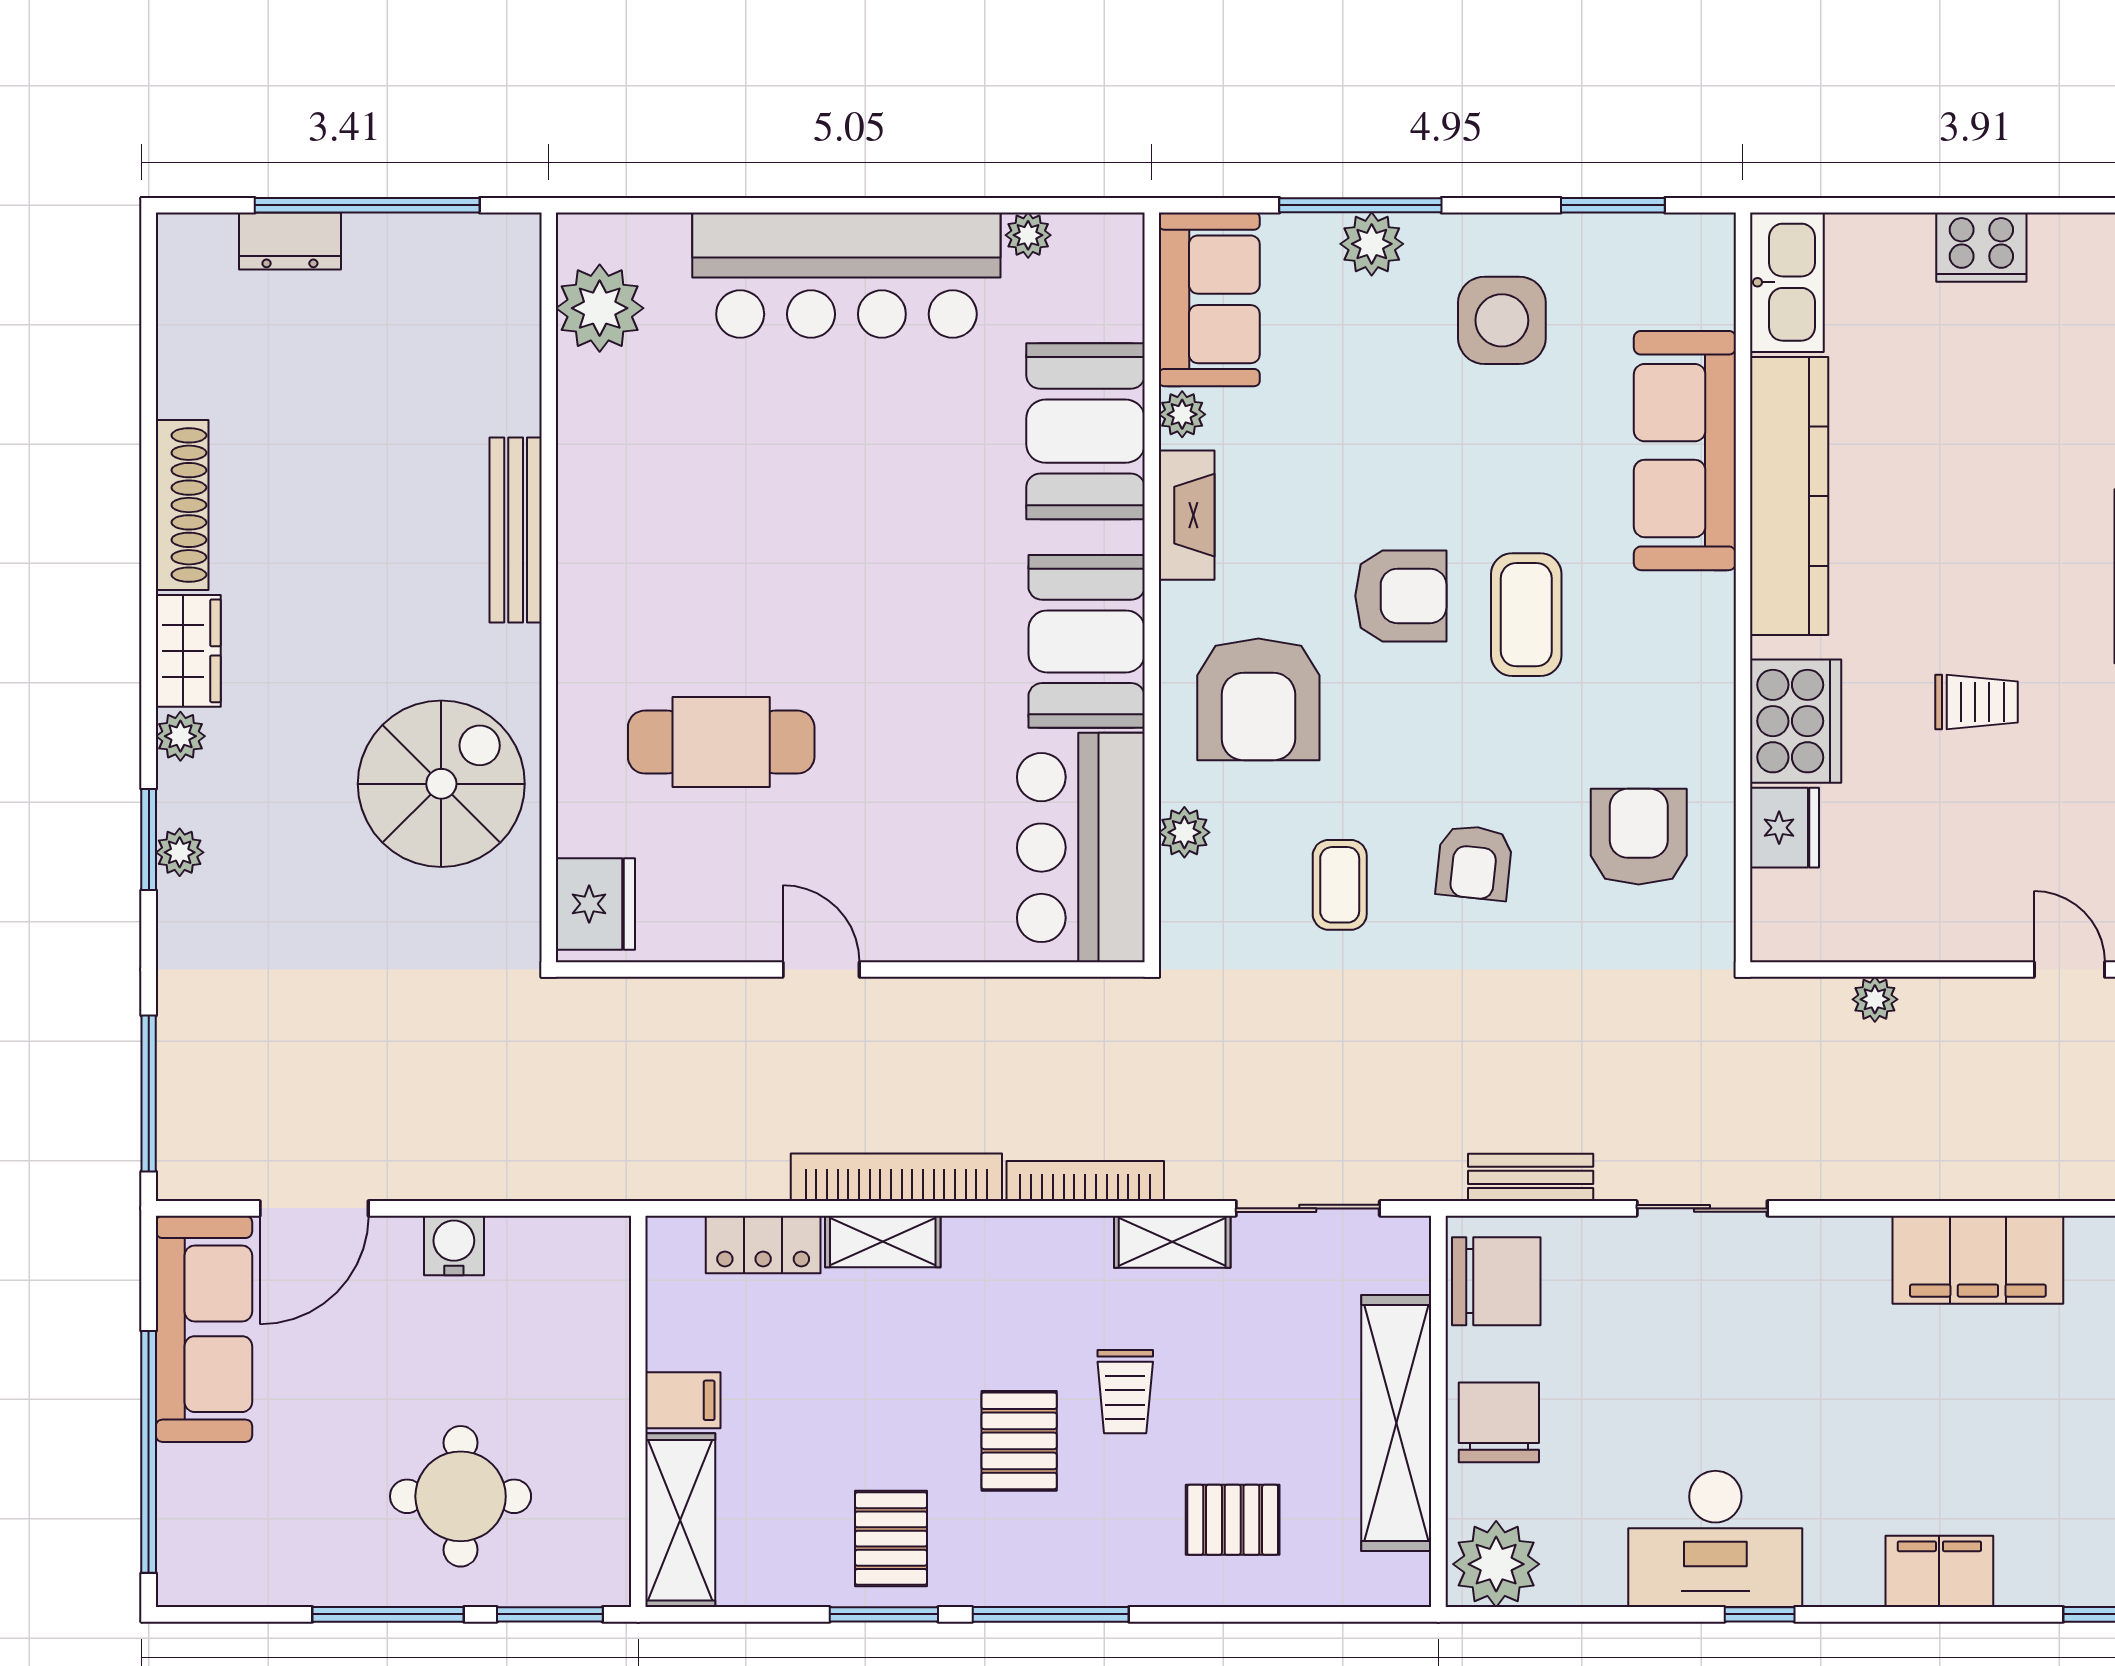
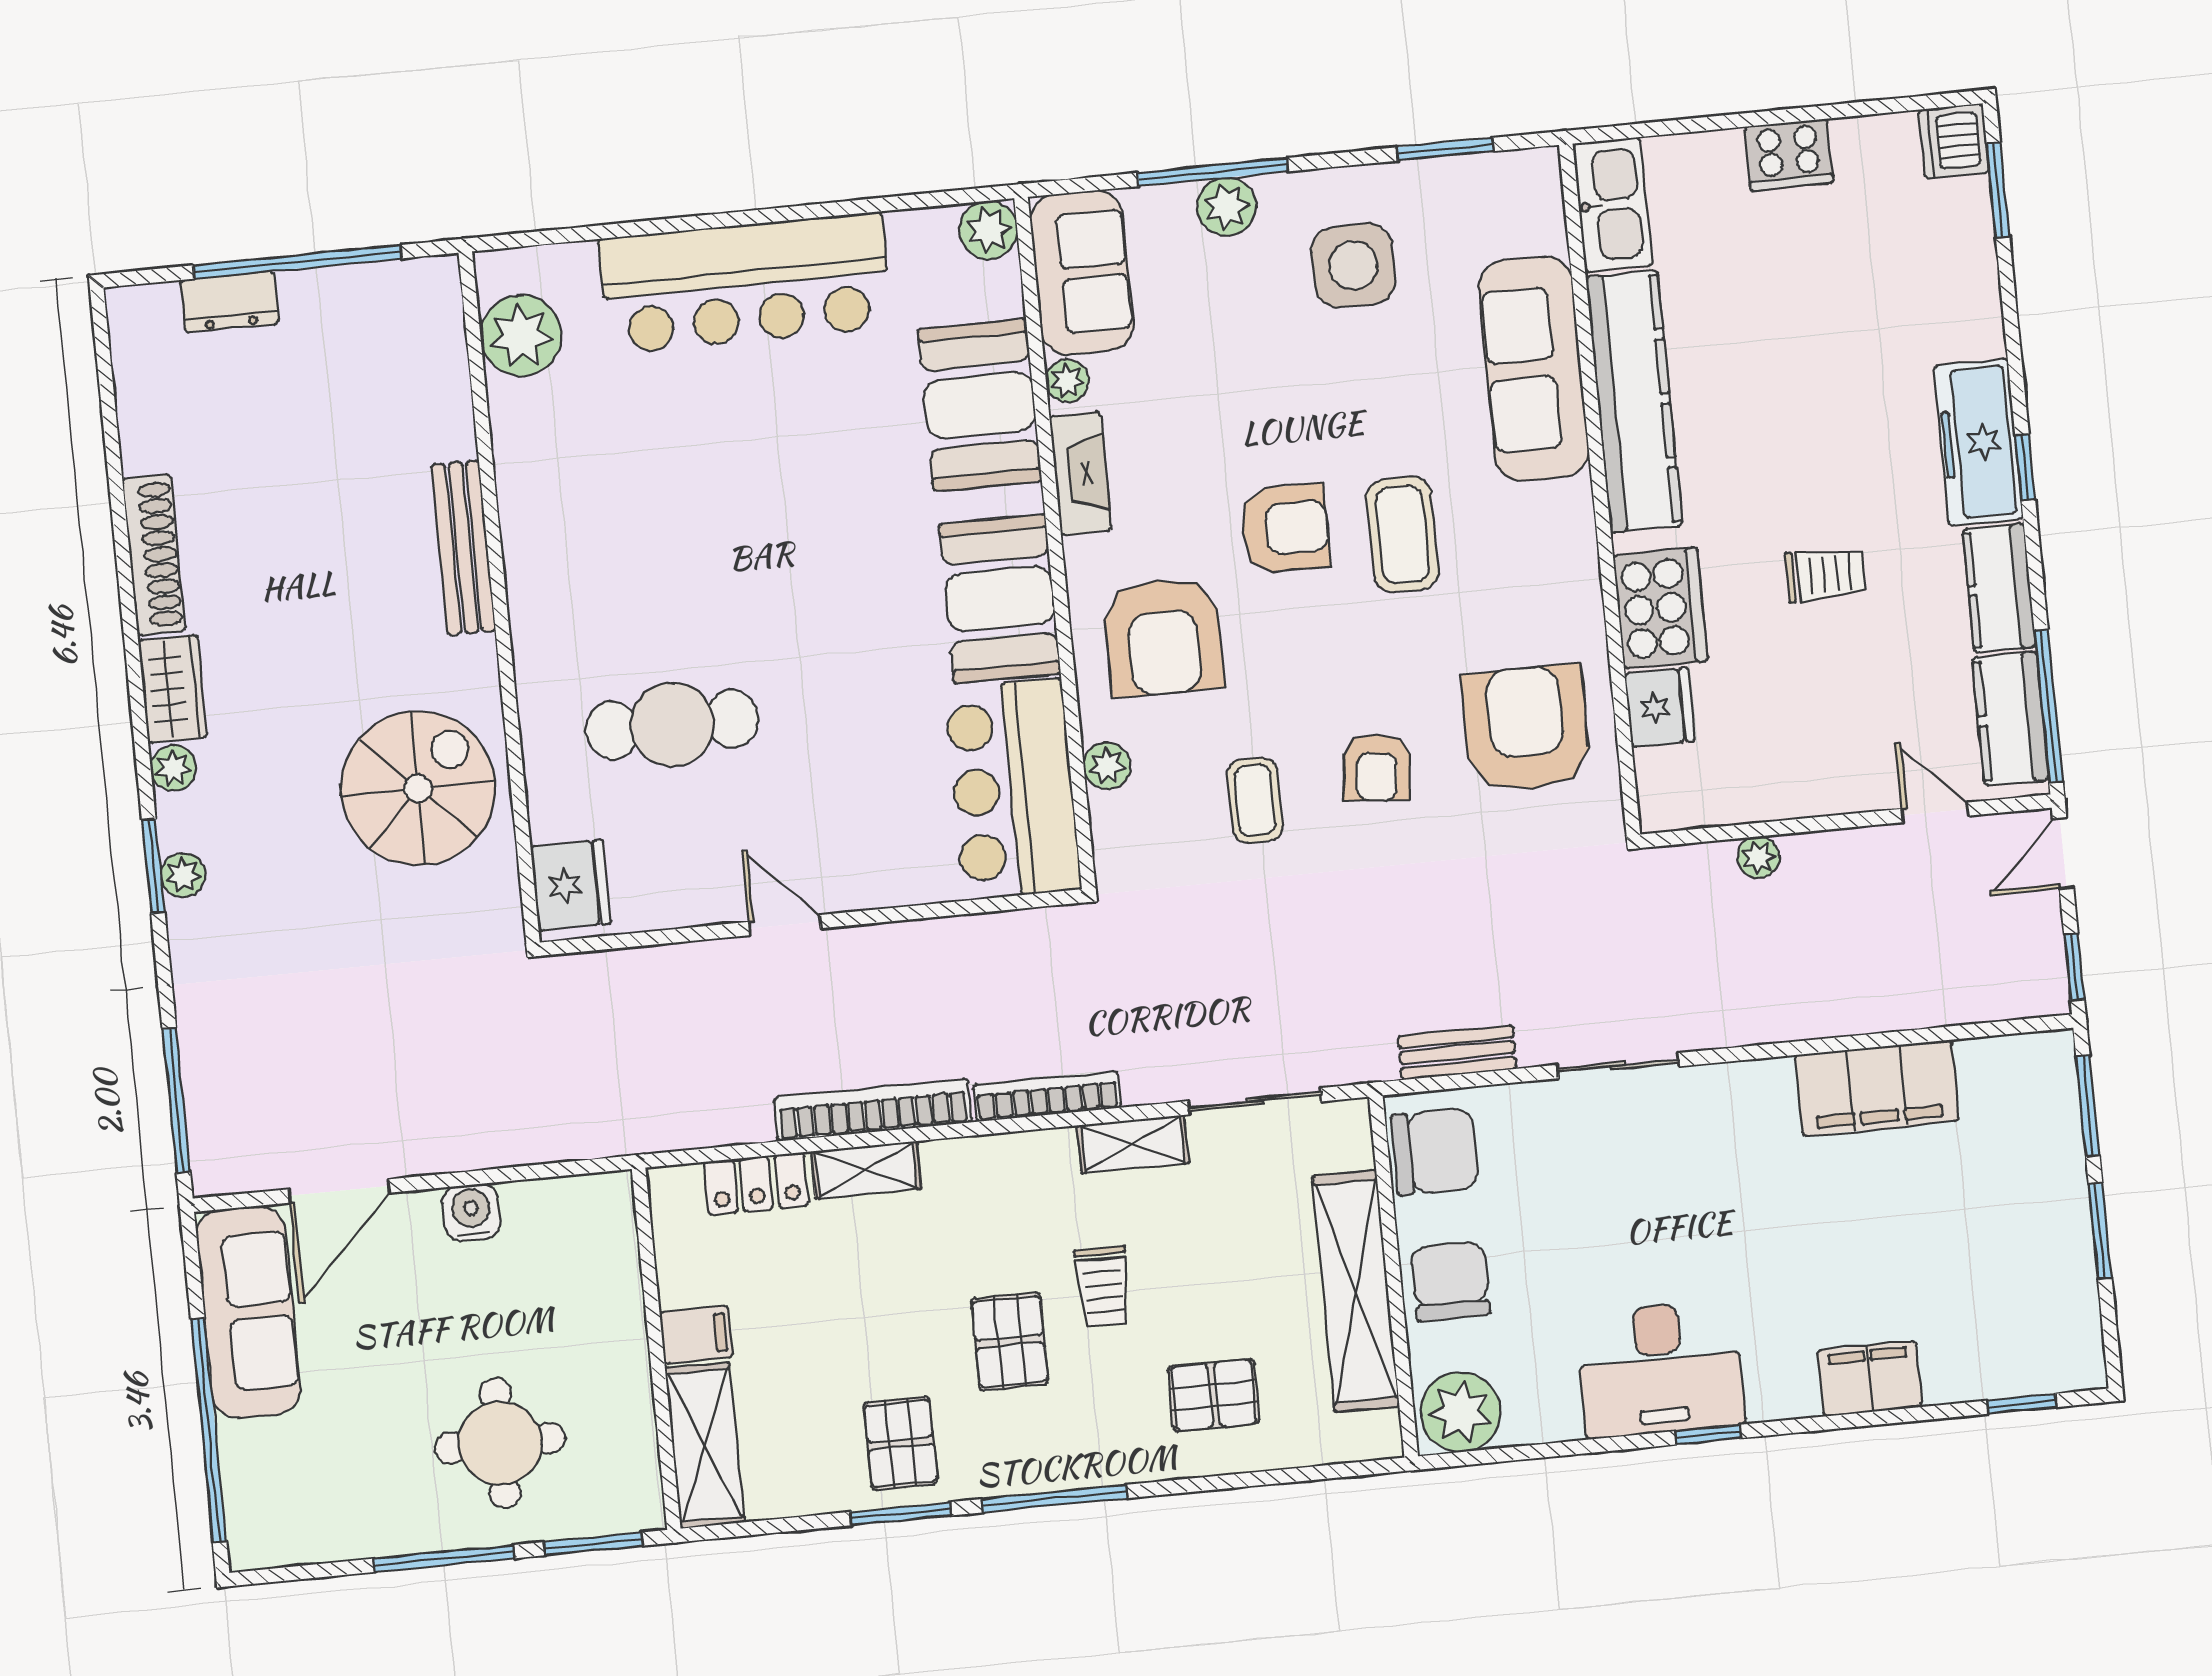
plant: (1028, 235) -> (988, 230), moved, width x1.38, depth x1.38
armchair: (1639, 837) -> (1526, 729), width x1.36, depth x1.36

